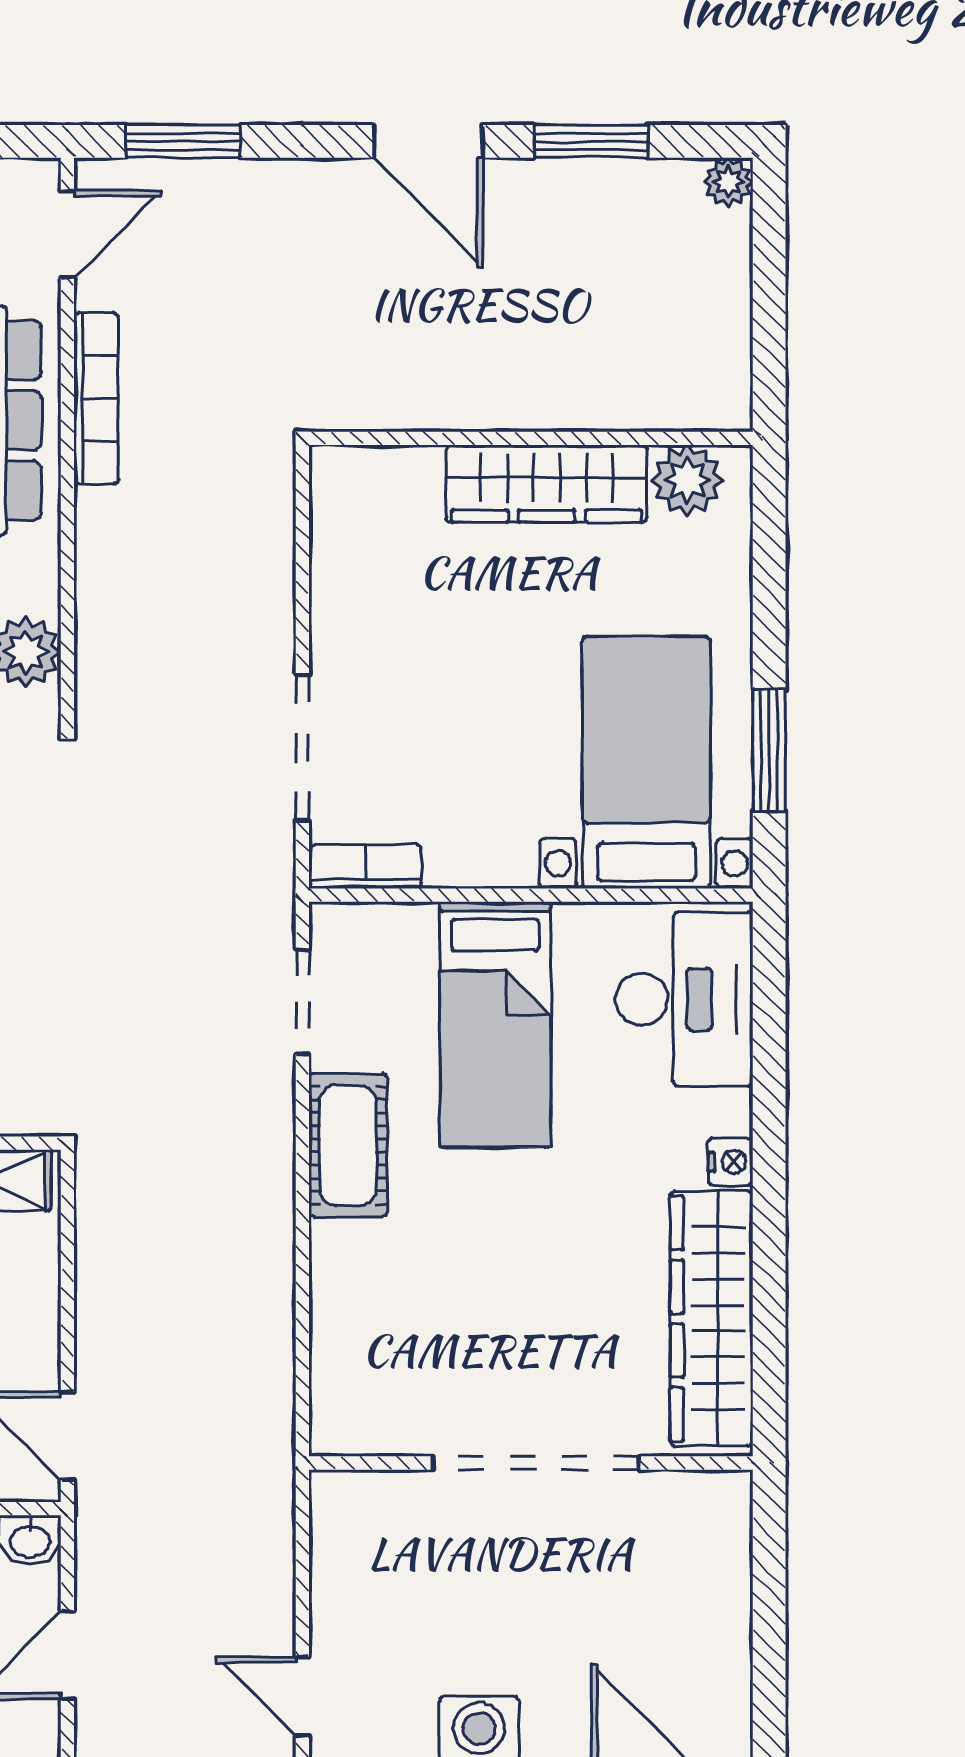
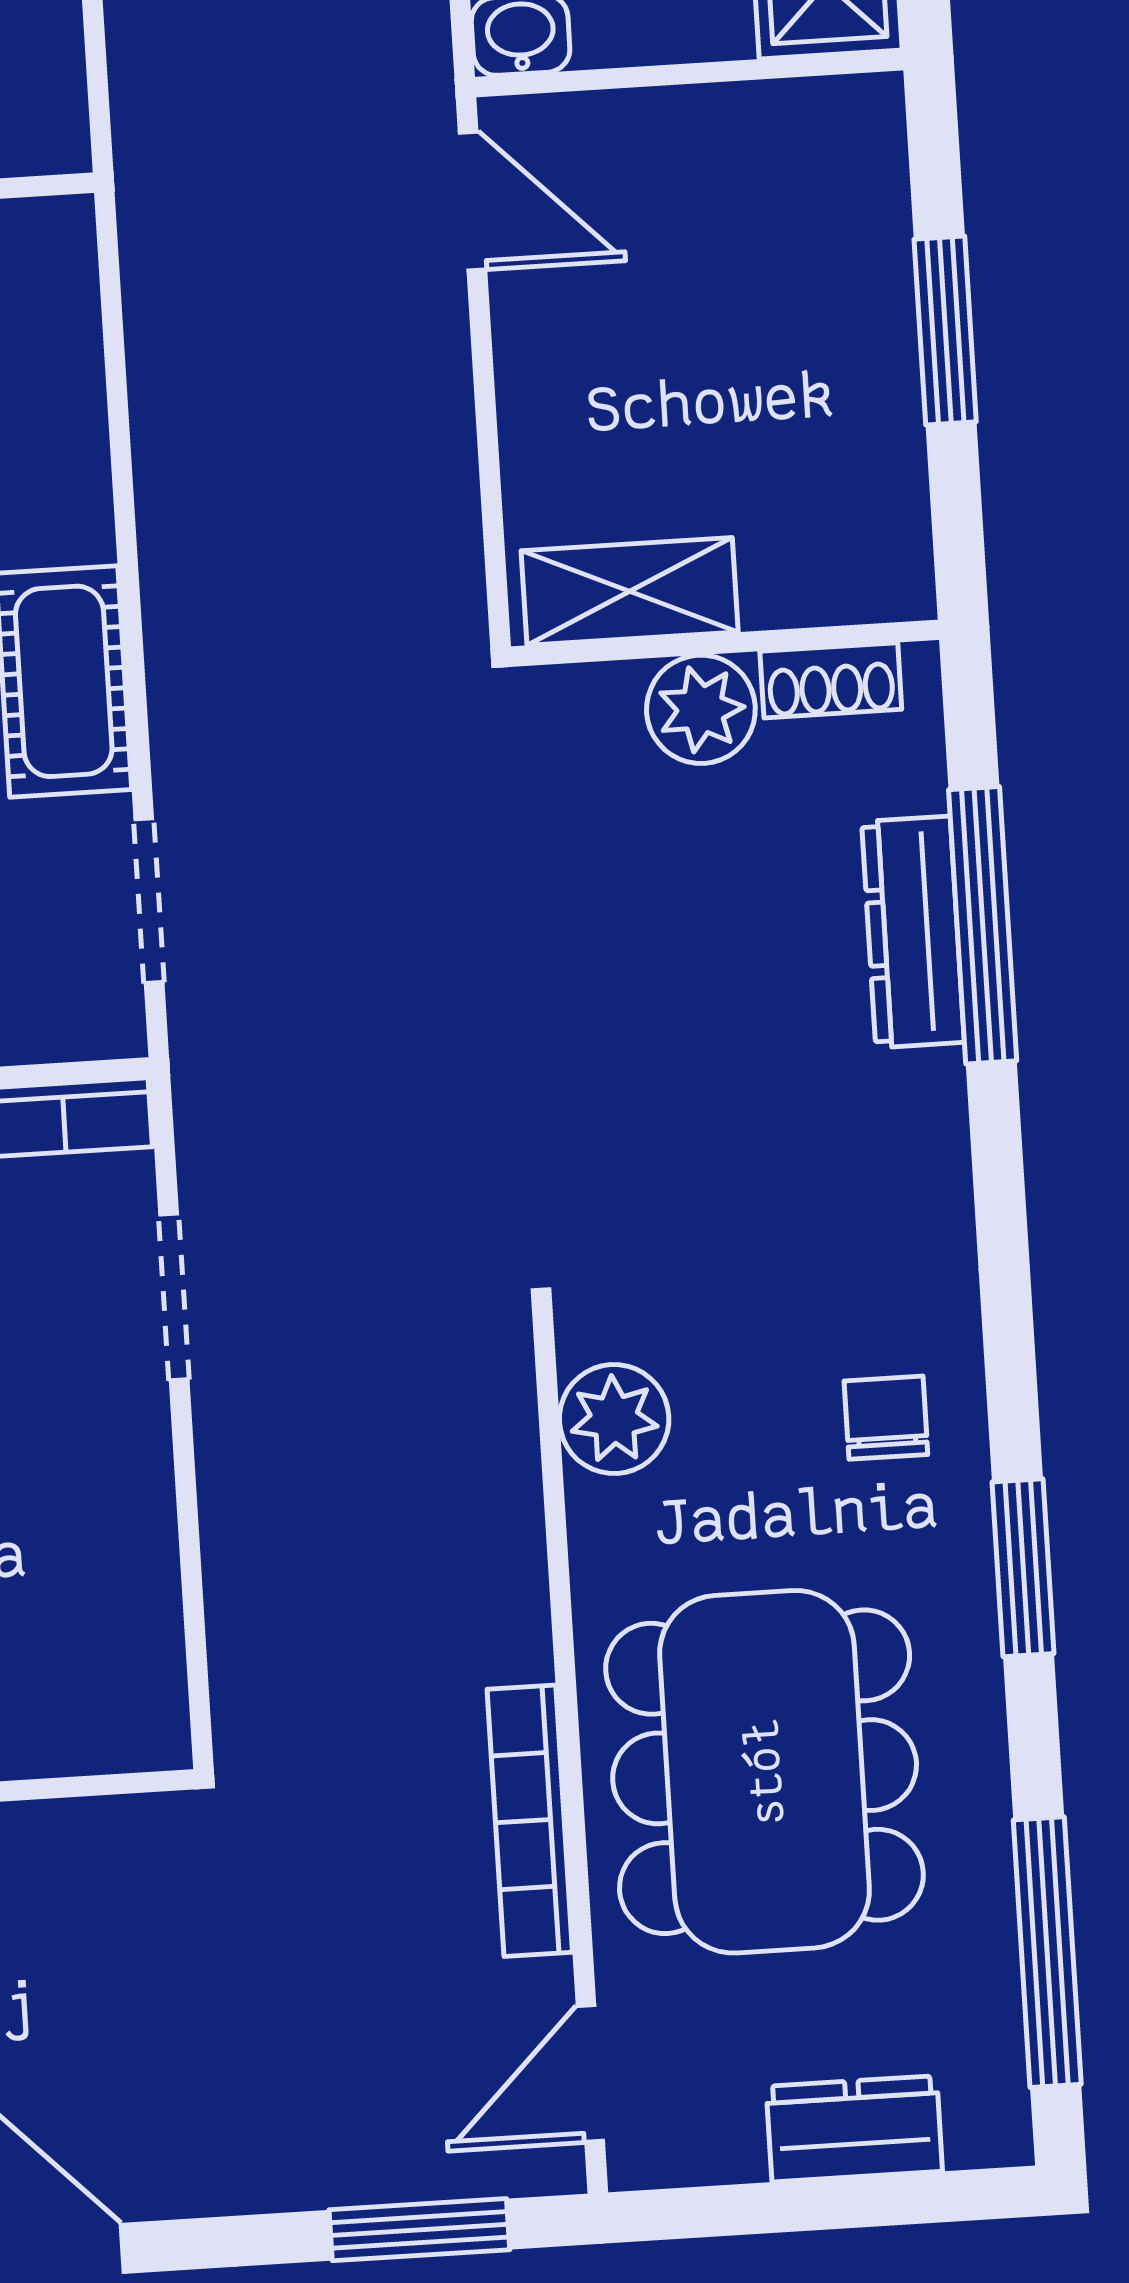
doorway: (302, 747) -> (174, 1297), width x0.73

